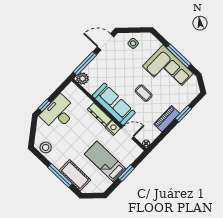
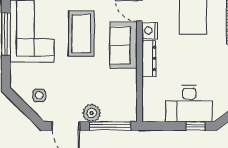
plant: (83, 79) -> (92, 113), moved
coffee table: (144, 93) -> (81, 33), width x1.86, depth x1.72
sofa: (114, 104) -> (124, 45), width x0.73

